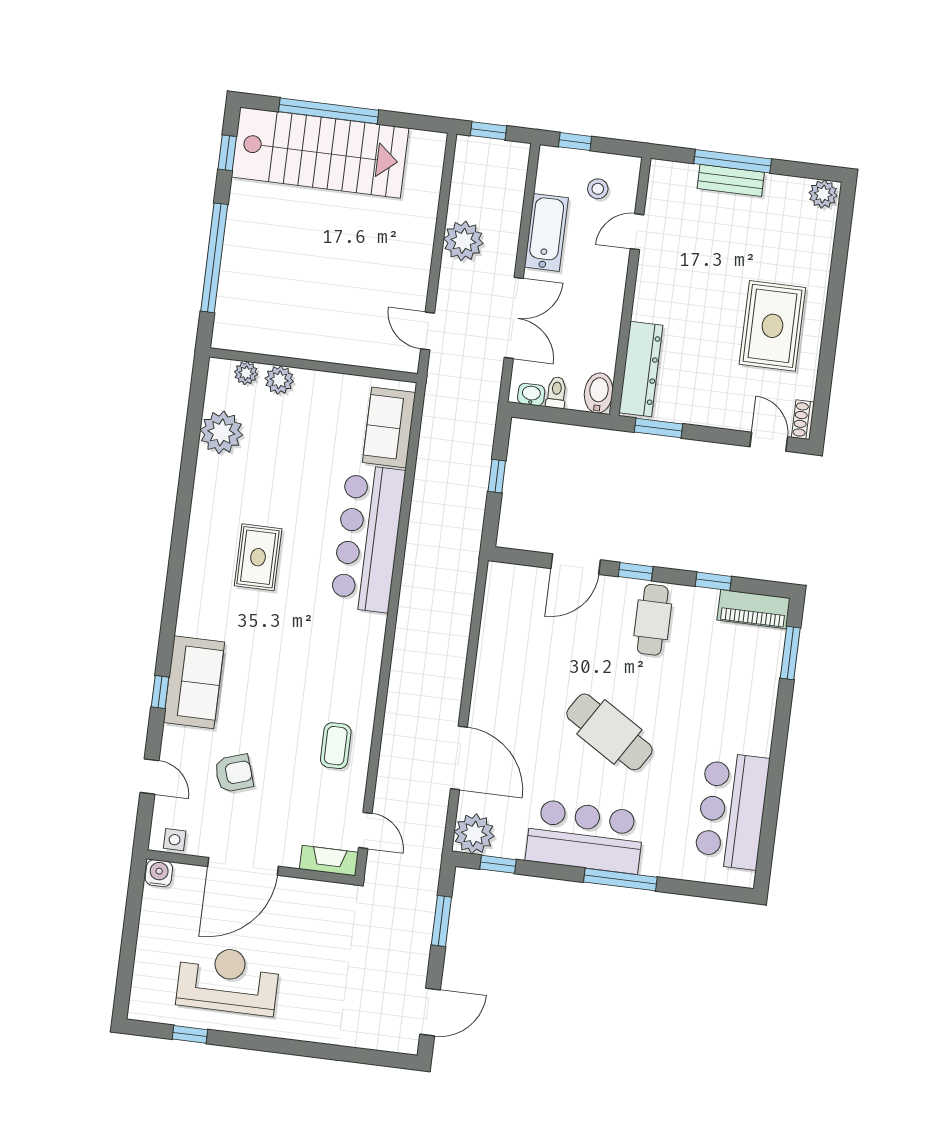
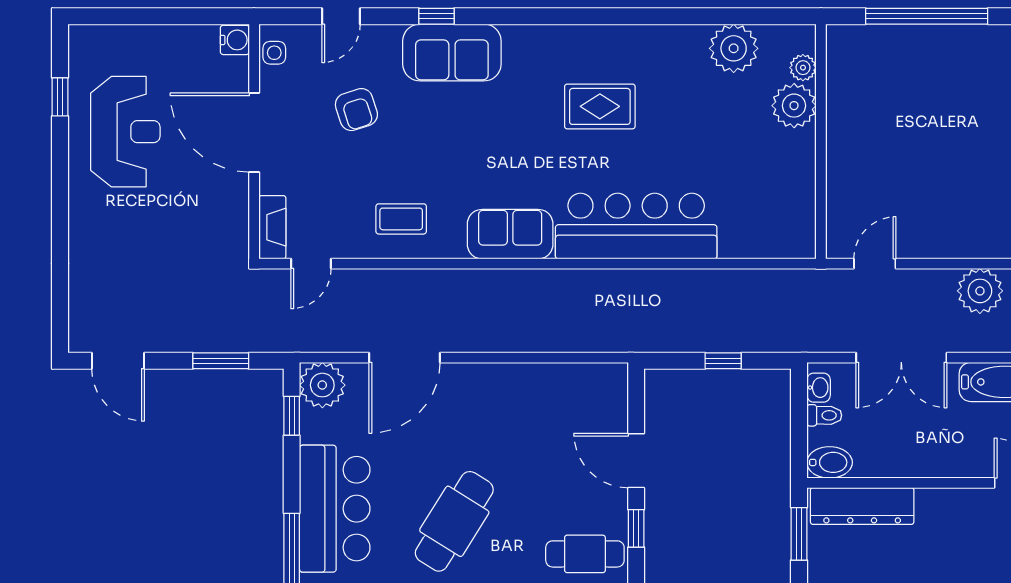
plant: (279, 380) -> (794, 106), width x1.36, depth x1.36
sofa: (389, 428) -> (510, 234), moved

